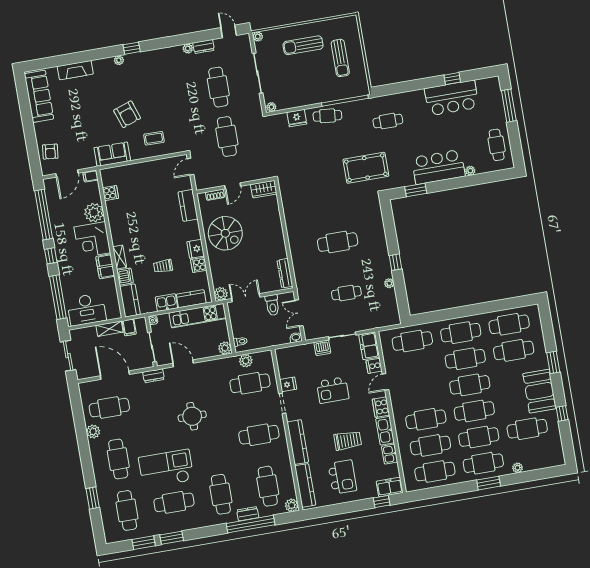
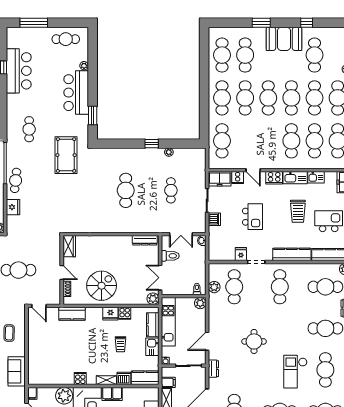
cooker: (110, 193) -> (80, 379), moved
trolley: (348, 440) -> (298, 211), turned 180
checkout: (166, 469) -> (295, 372), width x0.73, depth x0.83

